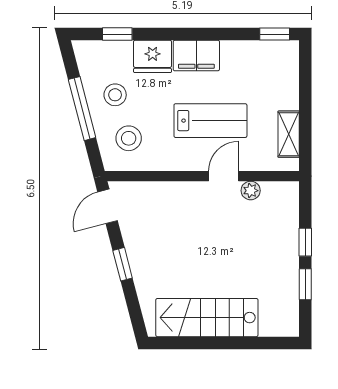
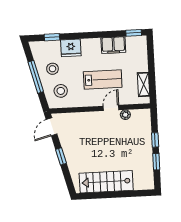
filing cabinet: (196, 56) -> (113, 45), moved

